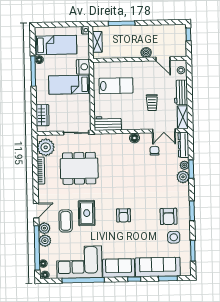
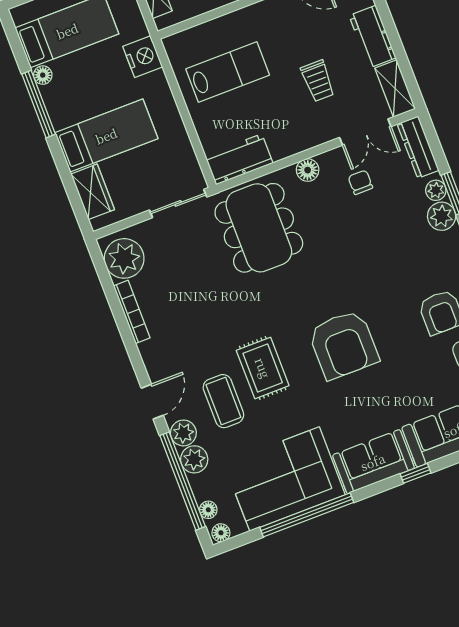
bed: (70, 85) -> (106, 136), moved, turned 180
dining table: (79, 168) -> (259, 228), moved, turned 90
armchair: (123, 215) -> (343, 345), width x1.88, depth x1.88

